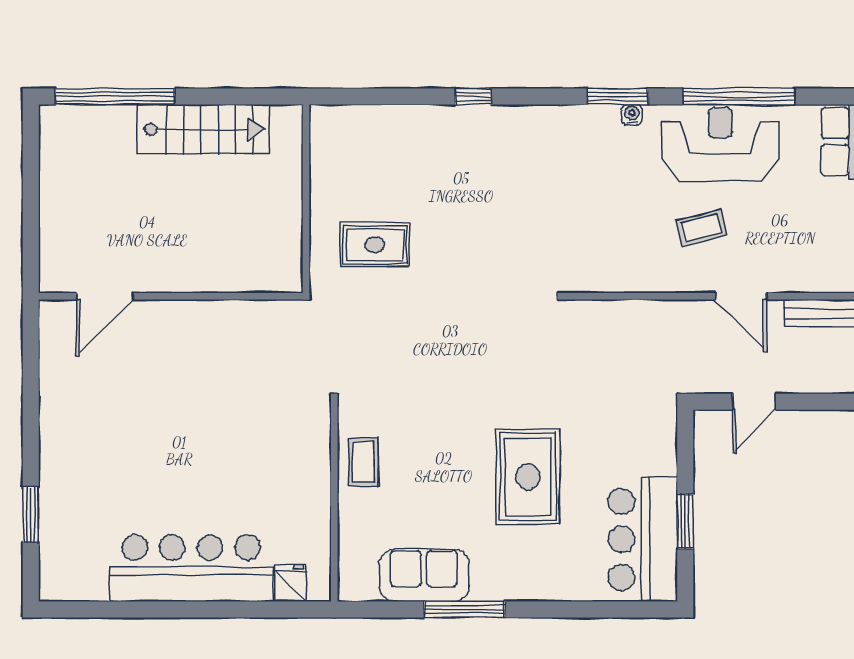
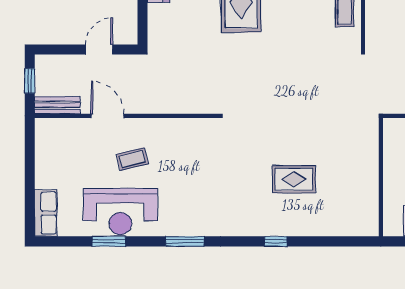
window: (739, 96) -> (109, 241), width x0.47
water cooler: (632, 115) -> (176, 230), removed
rug: (375, 245) -> (294, 179), moved

